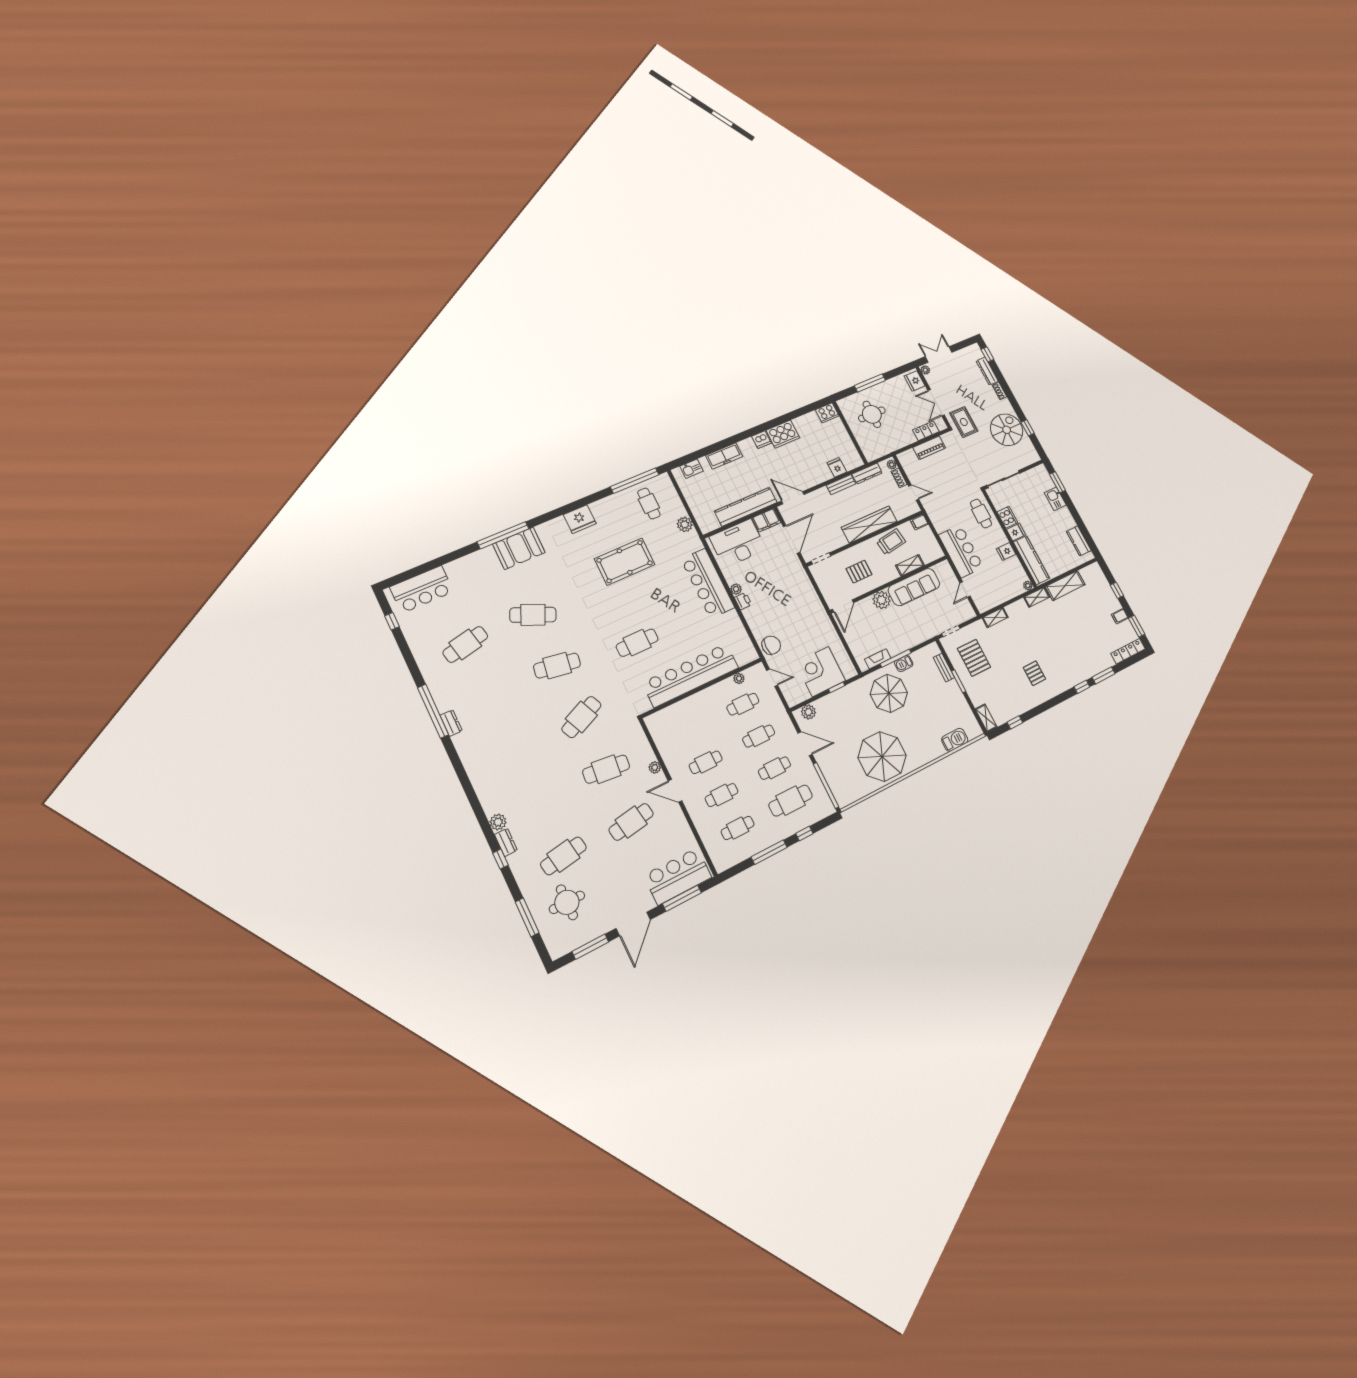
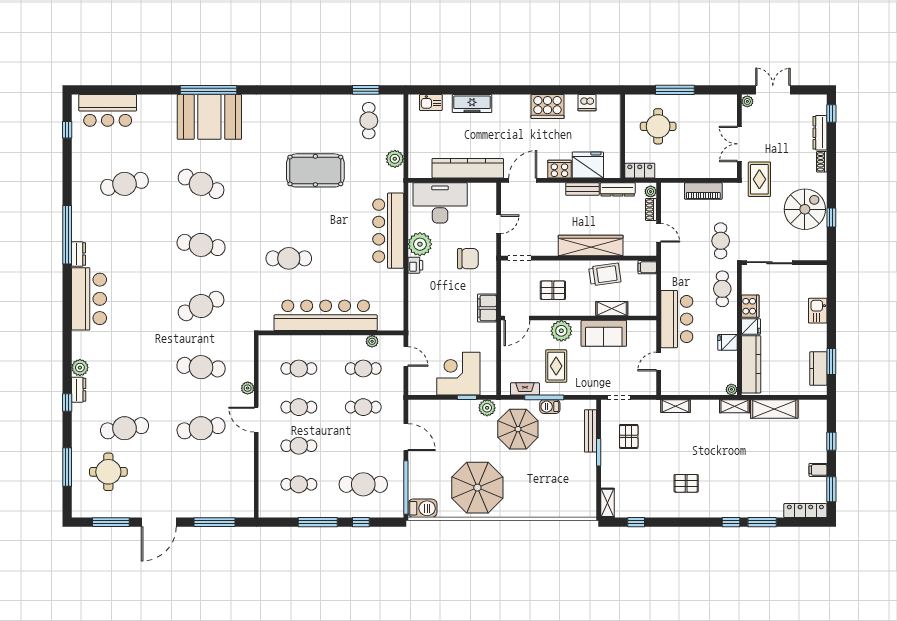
fridge: (915, 381) -> (728, 109), removed
cooker: (827, 413) -> (559, 169), moved, turned 180
locker: (926, 431) -> (640, 171), moved
dishwasher: (761, 440) -> (587, 103), moved
fridge: (837, 467) -> (588, 165), width x1.88, depth x1.34
cafe table: (961, 479) -> (721, 241), added
window: (635, 481) -> (366, 90), width x0.47
window: (1058, 482) -> (831, 362), moved
door: (793, 498) -> (523, 180), hinge flipped
fridge: (580, 519) -> (291, 106), removed
filing cabinet: (766, 520) -> (487, 308), moved, turned 90
door: (792, 539) -> (499, 224), width x0.53
booth: (519, 548) -> (209, 117), width x1.36, depth x1.42
sofa: (914, 587) -> (604, 333), width x0.73
plant: (736, 589) -> (420, 244), width x1.87, depth x1.87
rug: (892, 629) -> (556, 366), added
chair: (771, 645) -> (468, 259), moved
pallet: (974, 658) -> (629, 436), width x0.67, depth x0.71
bench: (944, 668) -> (591, 431), width x1.36
pallet: (1034, 673) -> (686, 483), turned 90
plant: (808, 712) -> (487, 408), moved
barbecue: (955, 740) -> (422, 508), moved
cafe table: (775, 768) -> (299, 369), moved
bar counter: (678, 876) -> (89, 299), moved, turned 90

